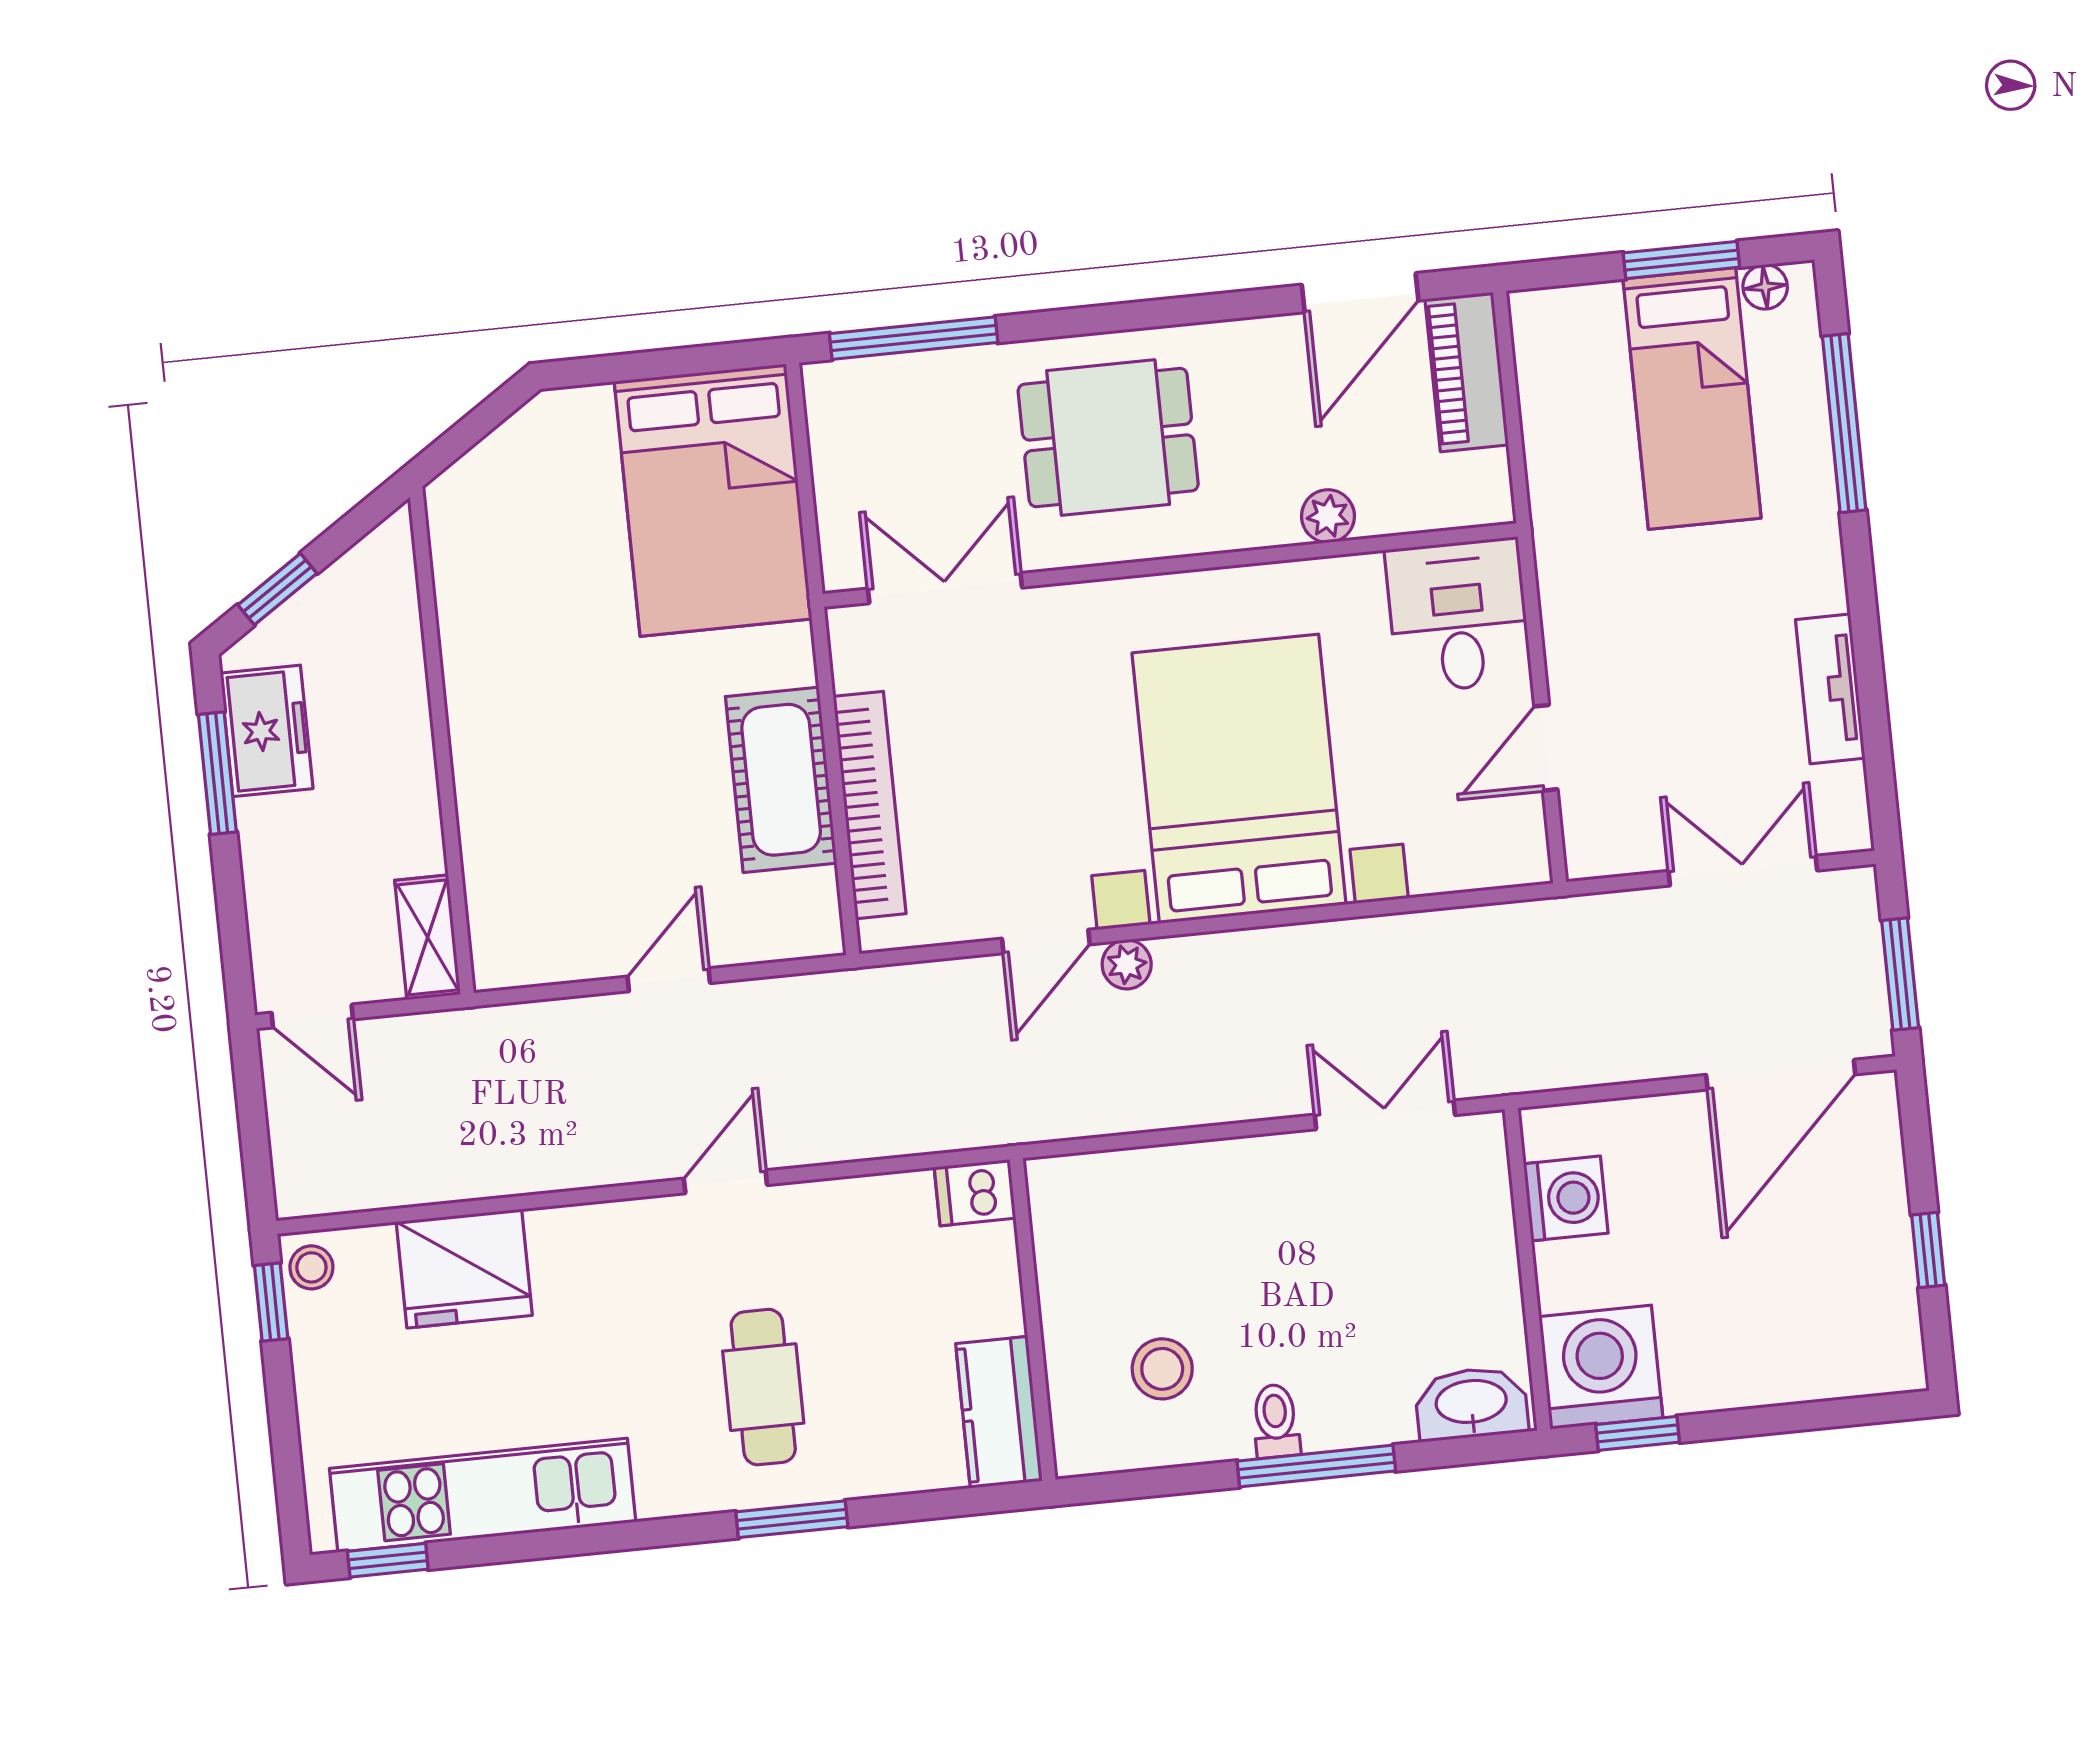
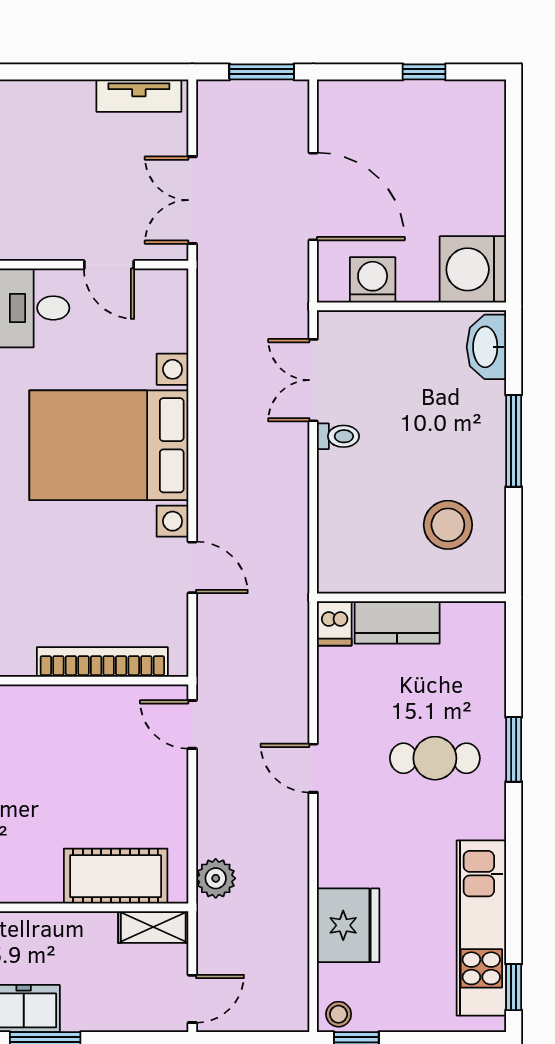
tv unit: (1830, 689) -> (139, 96), moved
cot: (781, 780) -> (116, 876), moved
double door: (1743, 871) -> (192, 200), moved
plant: (1127, 964) -> (216, 878), moved, width x1.38, depth x1.38
door: (669, 980) -> (192, 724), moved
door: (1781, 1075) -> (313, 196), moved
stool: (1162, 1369) -> (448, 525), width x1.38, depth x1.38
kitchen counter: (999, 1412) -> (397, 622), moved
toilet: (1276, 1421) -> (338, 436), moved, turned 180
window: (1638, 1433) -> (514, 252), removed

